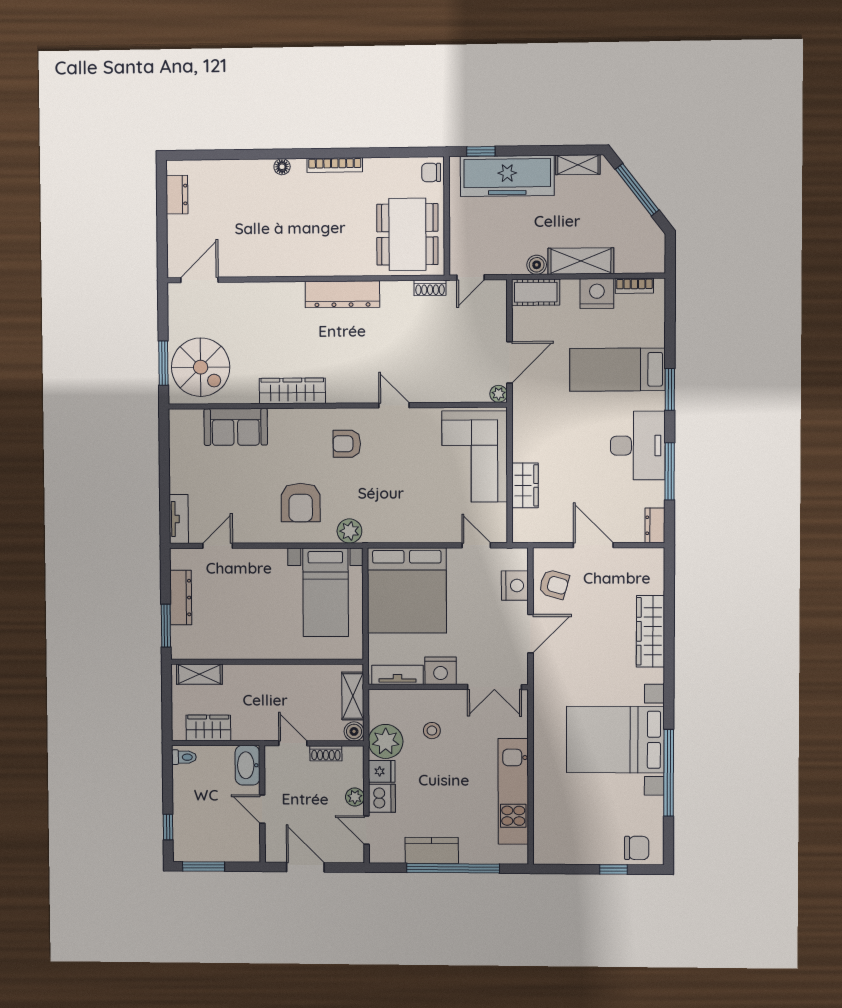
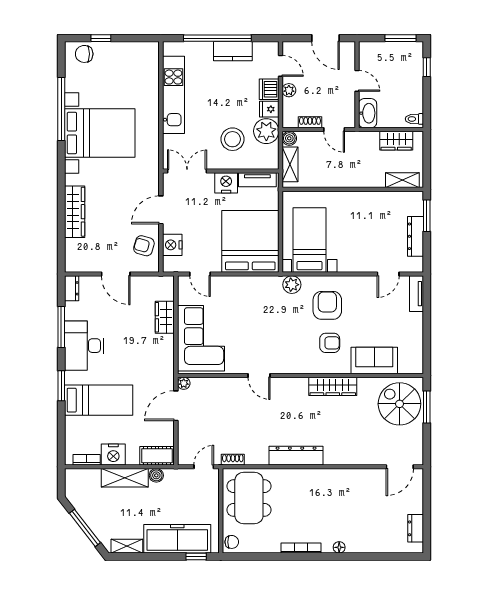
armchair: (347, 444) -> (330, 343), moved
stool: (432, 731) -> (232, 139), width x1.89, depth x1.89

